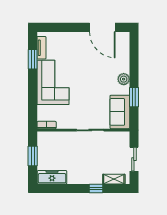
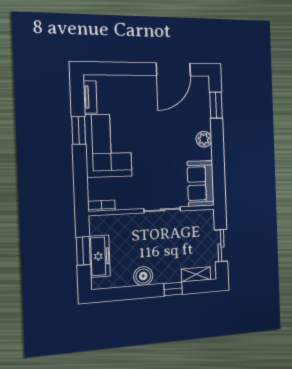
door: (102, 27) -> (173, 69), hinge flipped
window: (33, 59) -> (79, 130), moved
window: (134, 97) -> (216, 105), moved
freezer: (52, 177) -> (100, 256), moved, turned 90
boiler: (74, 177) -> (143, 276), added

